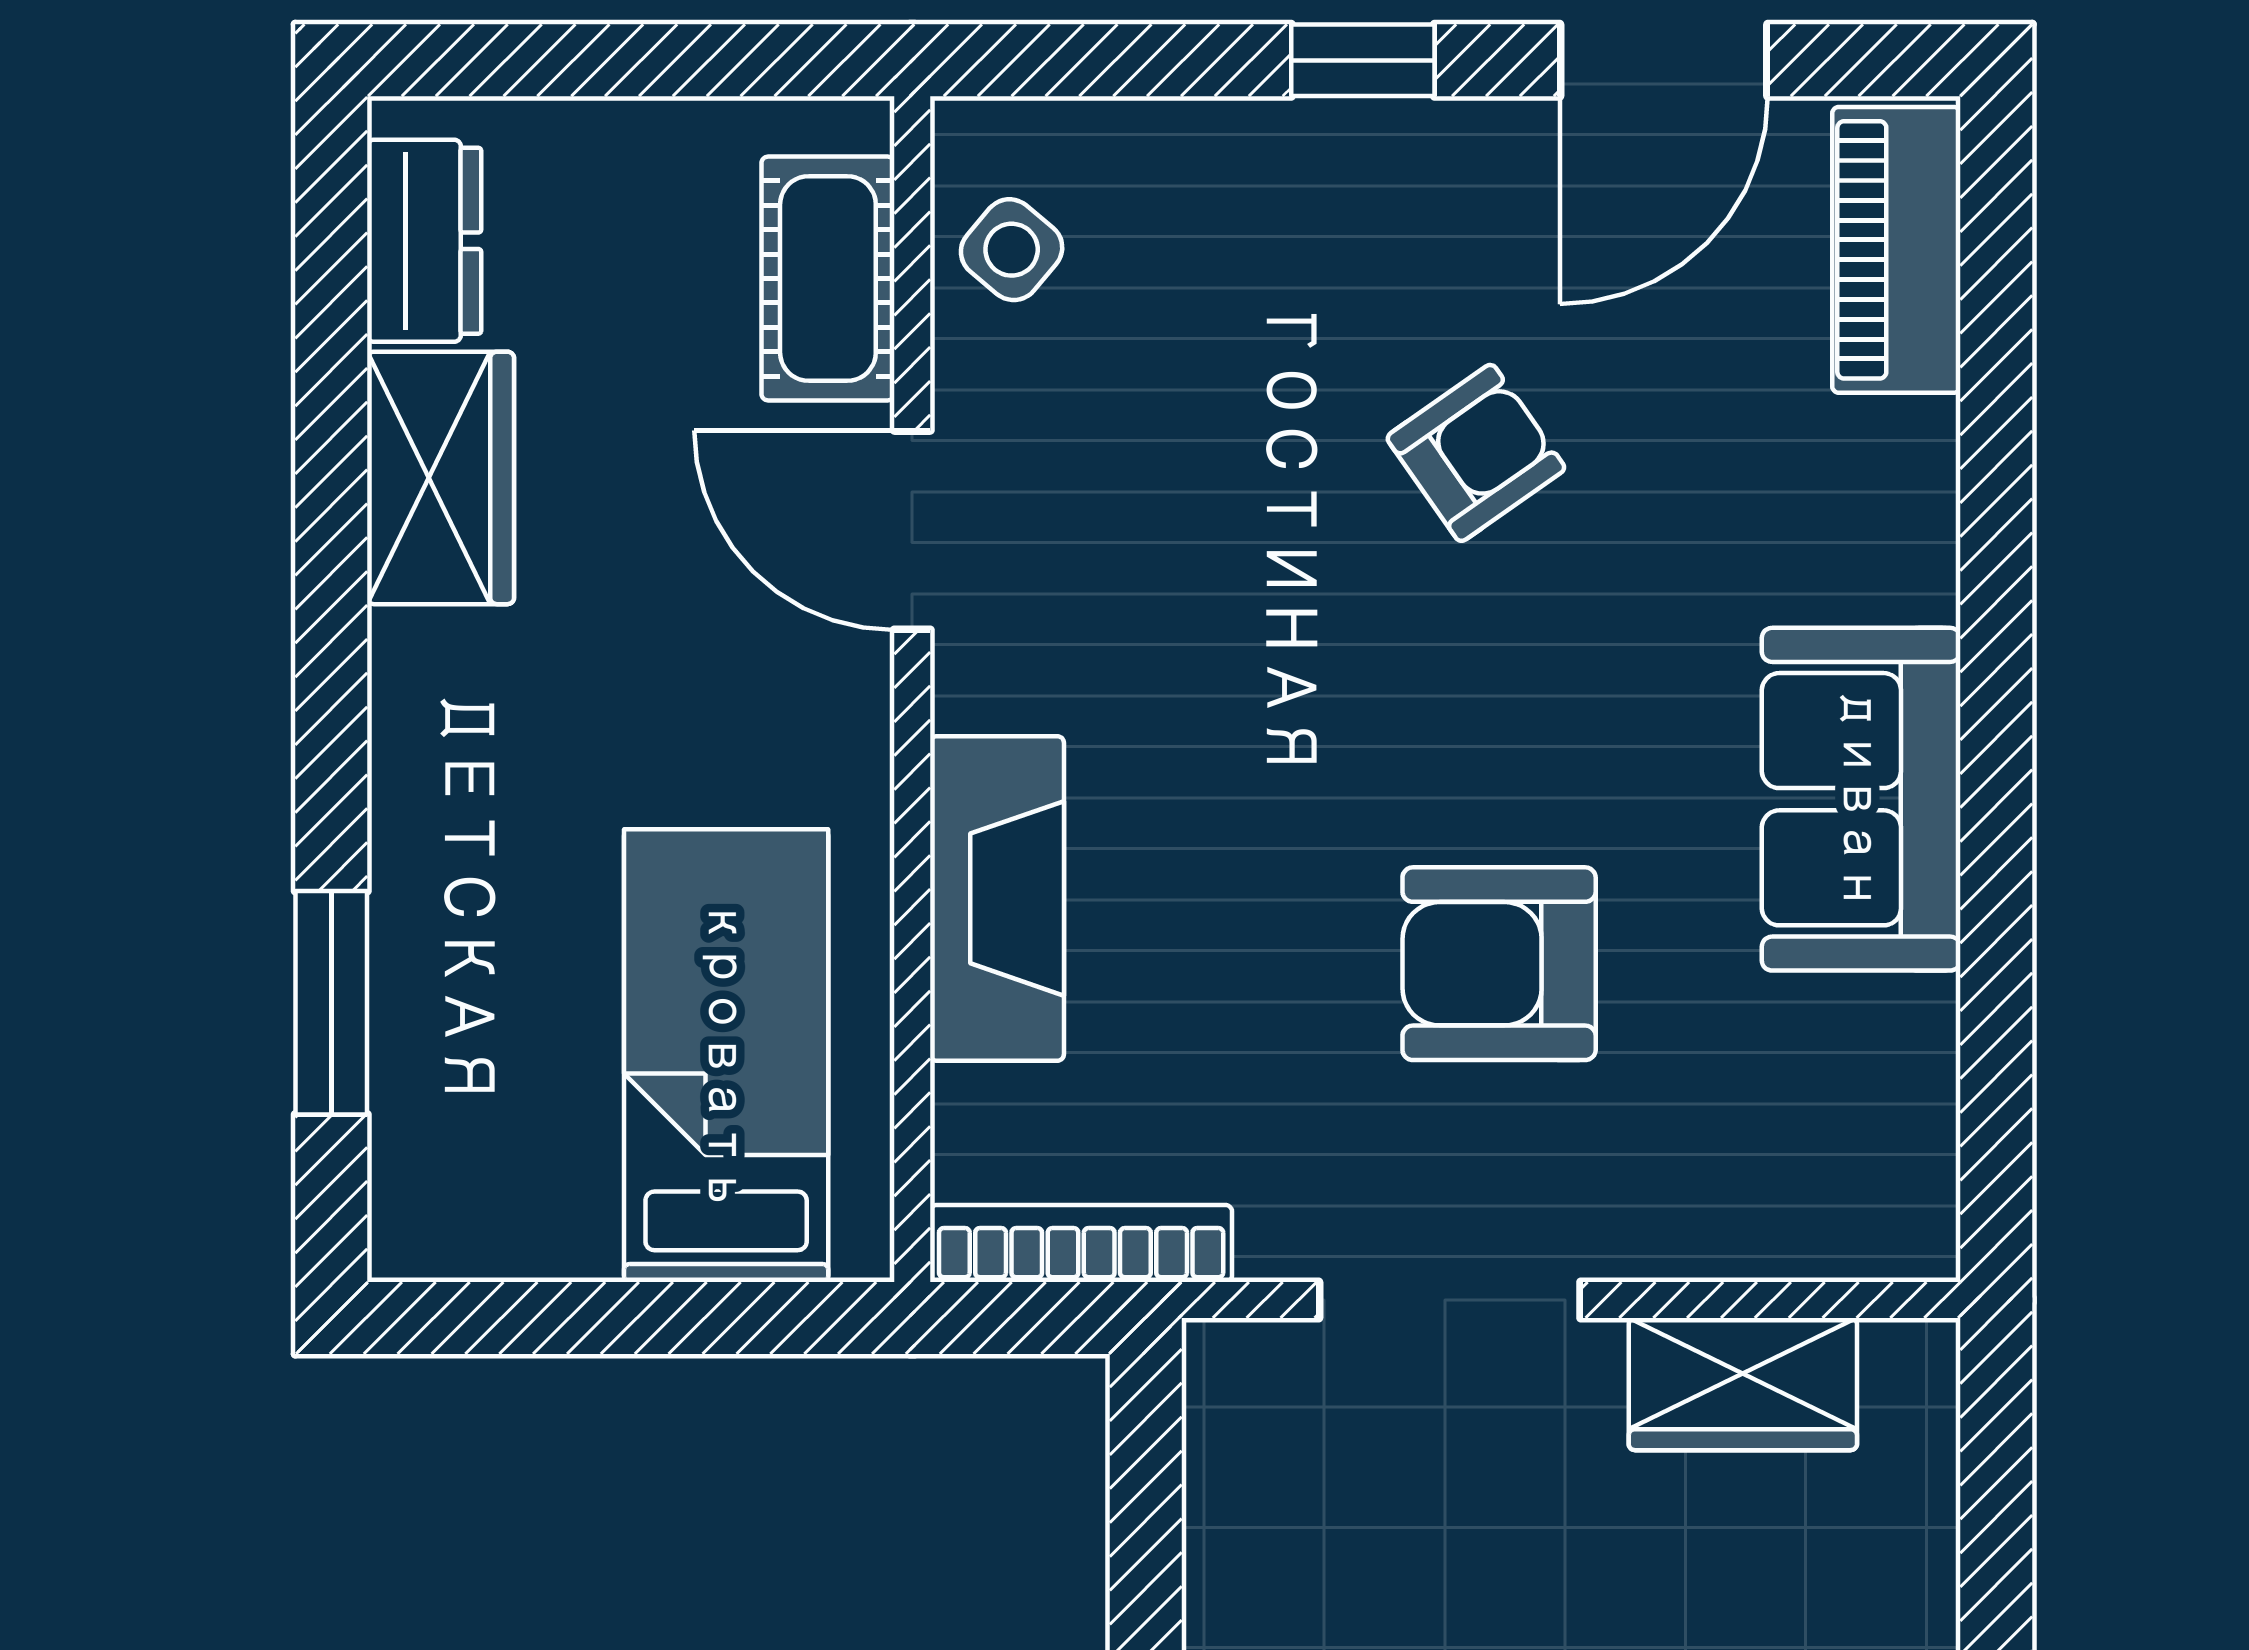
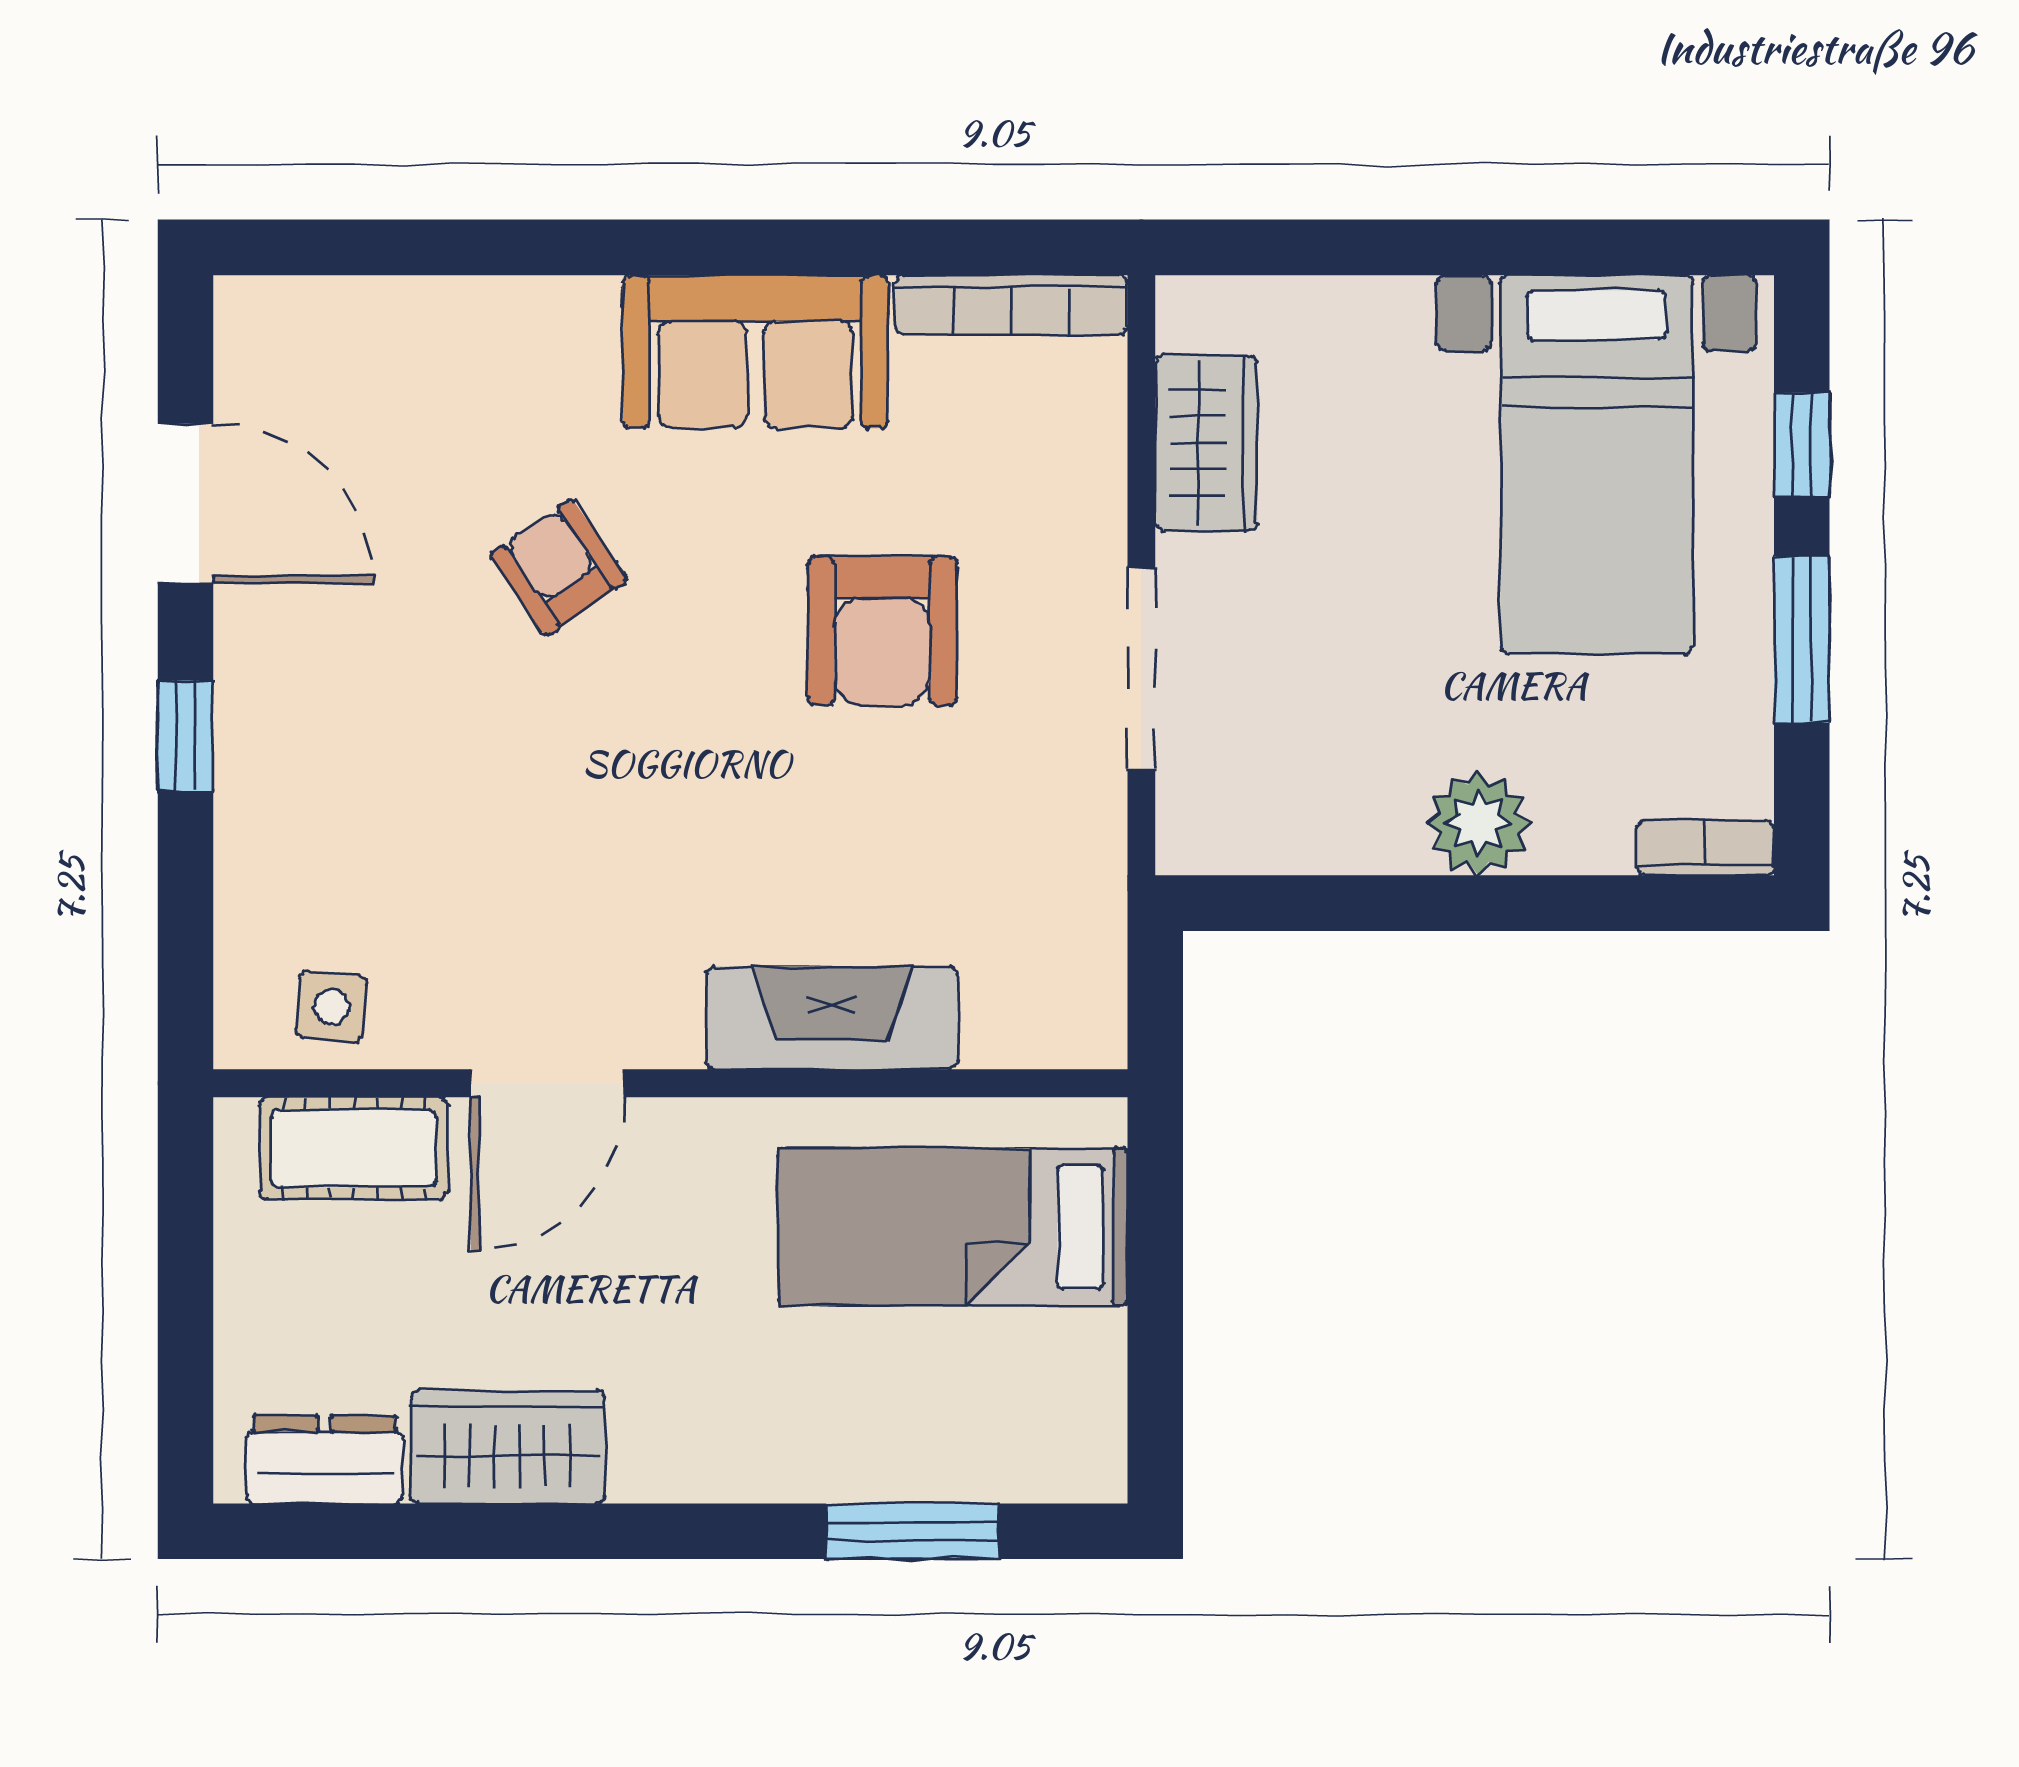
side table: (1012, 250) -> (331, 1007), turned -35
piano: (1896, 250) -> (332, 324), removed
armchair: (1476, 453) -> (559, 567), moved
bookcase: (1081, 1243) -> (1011, 305), moved, turned -90

